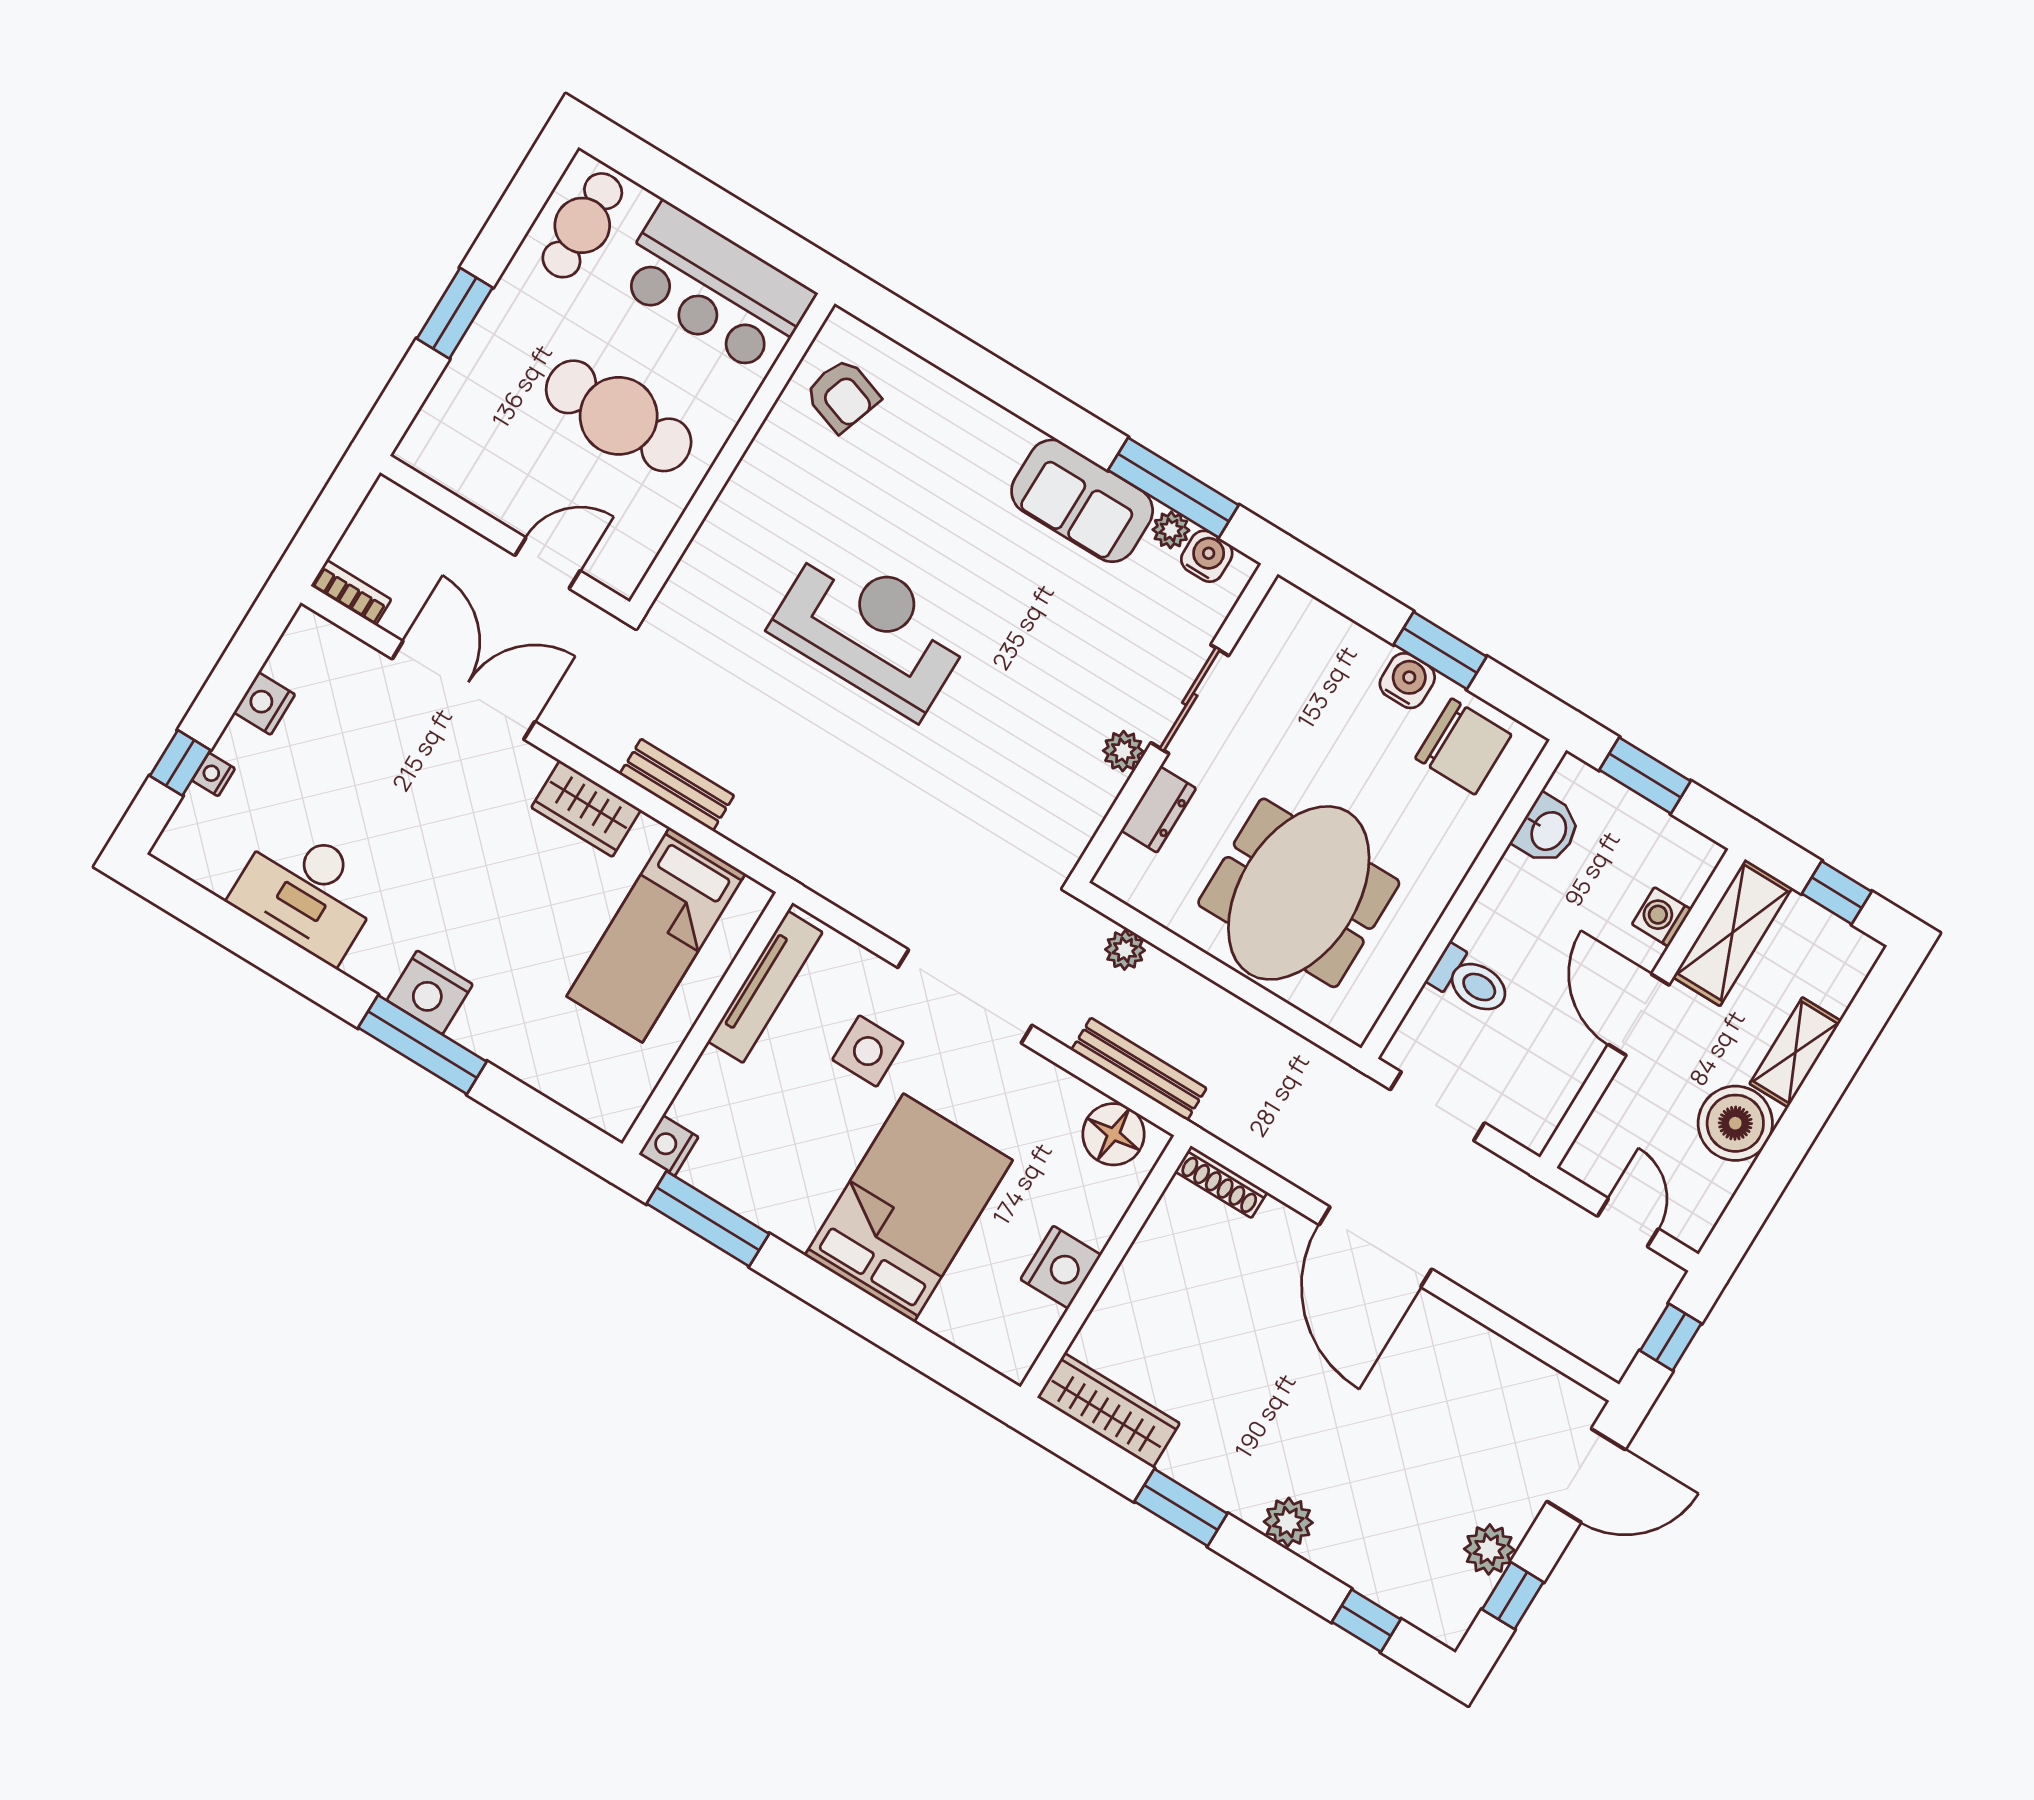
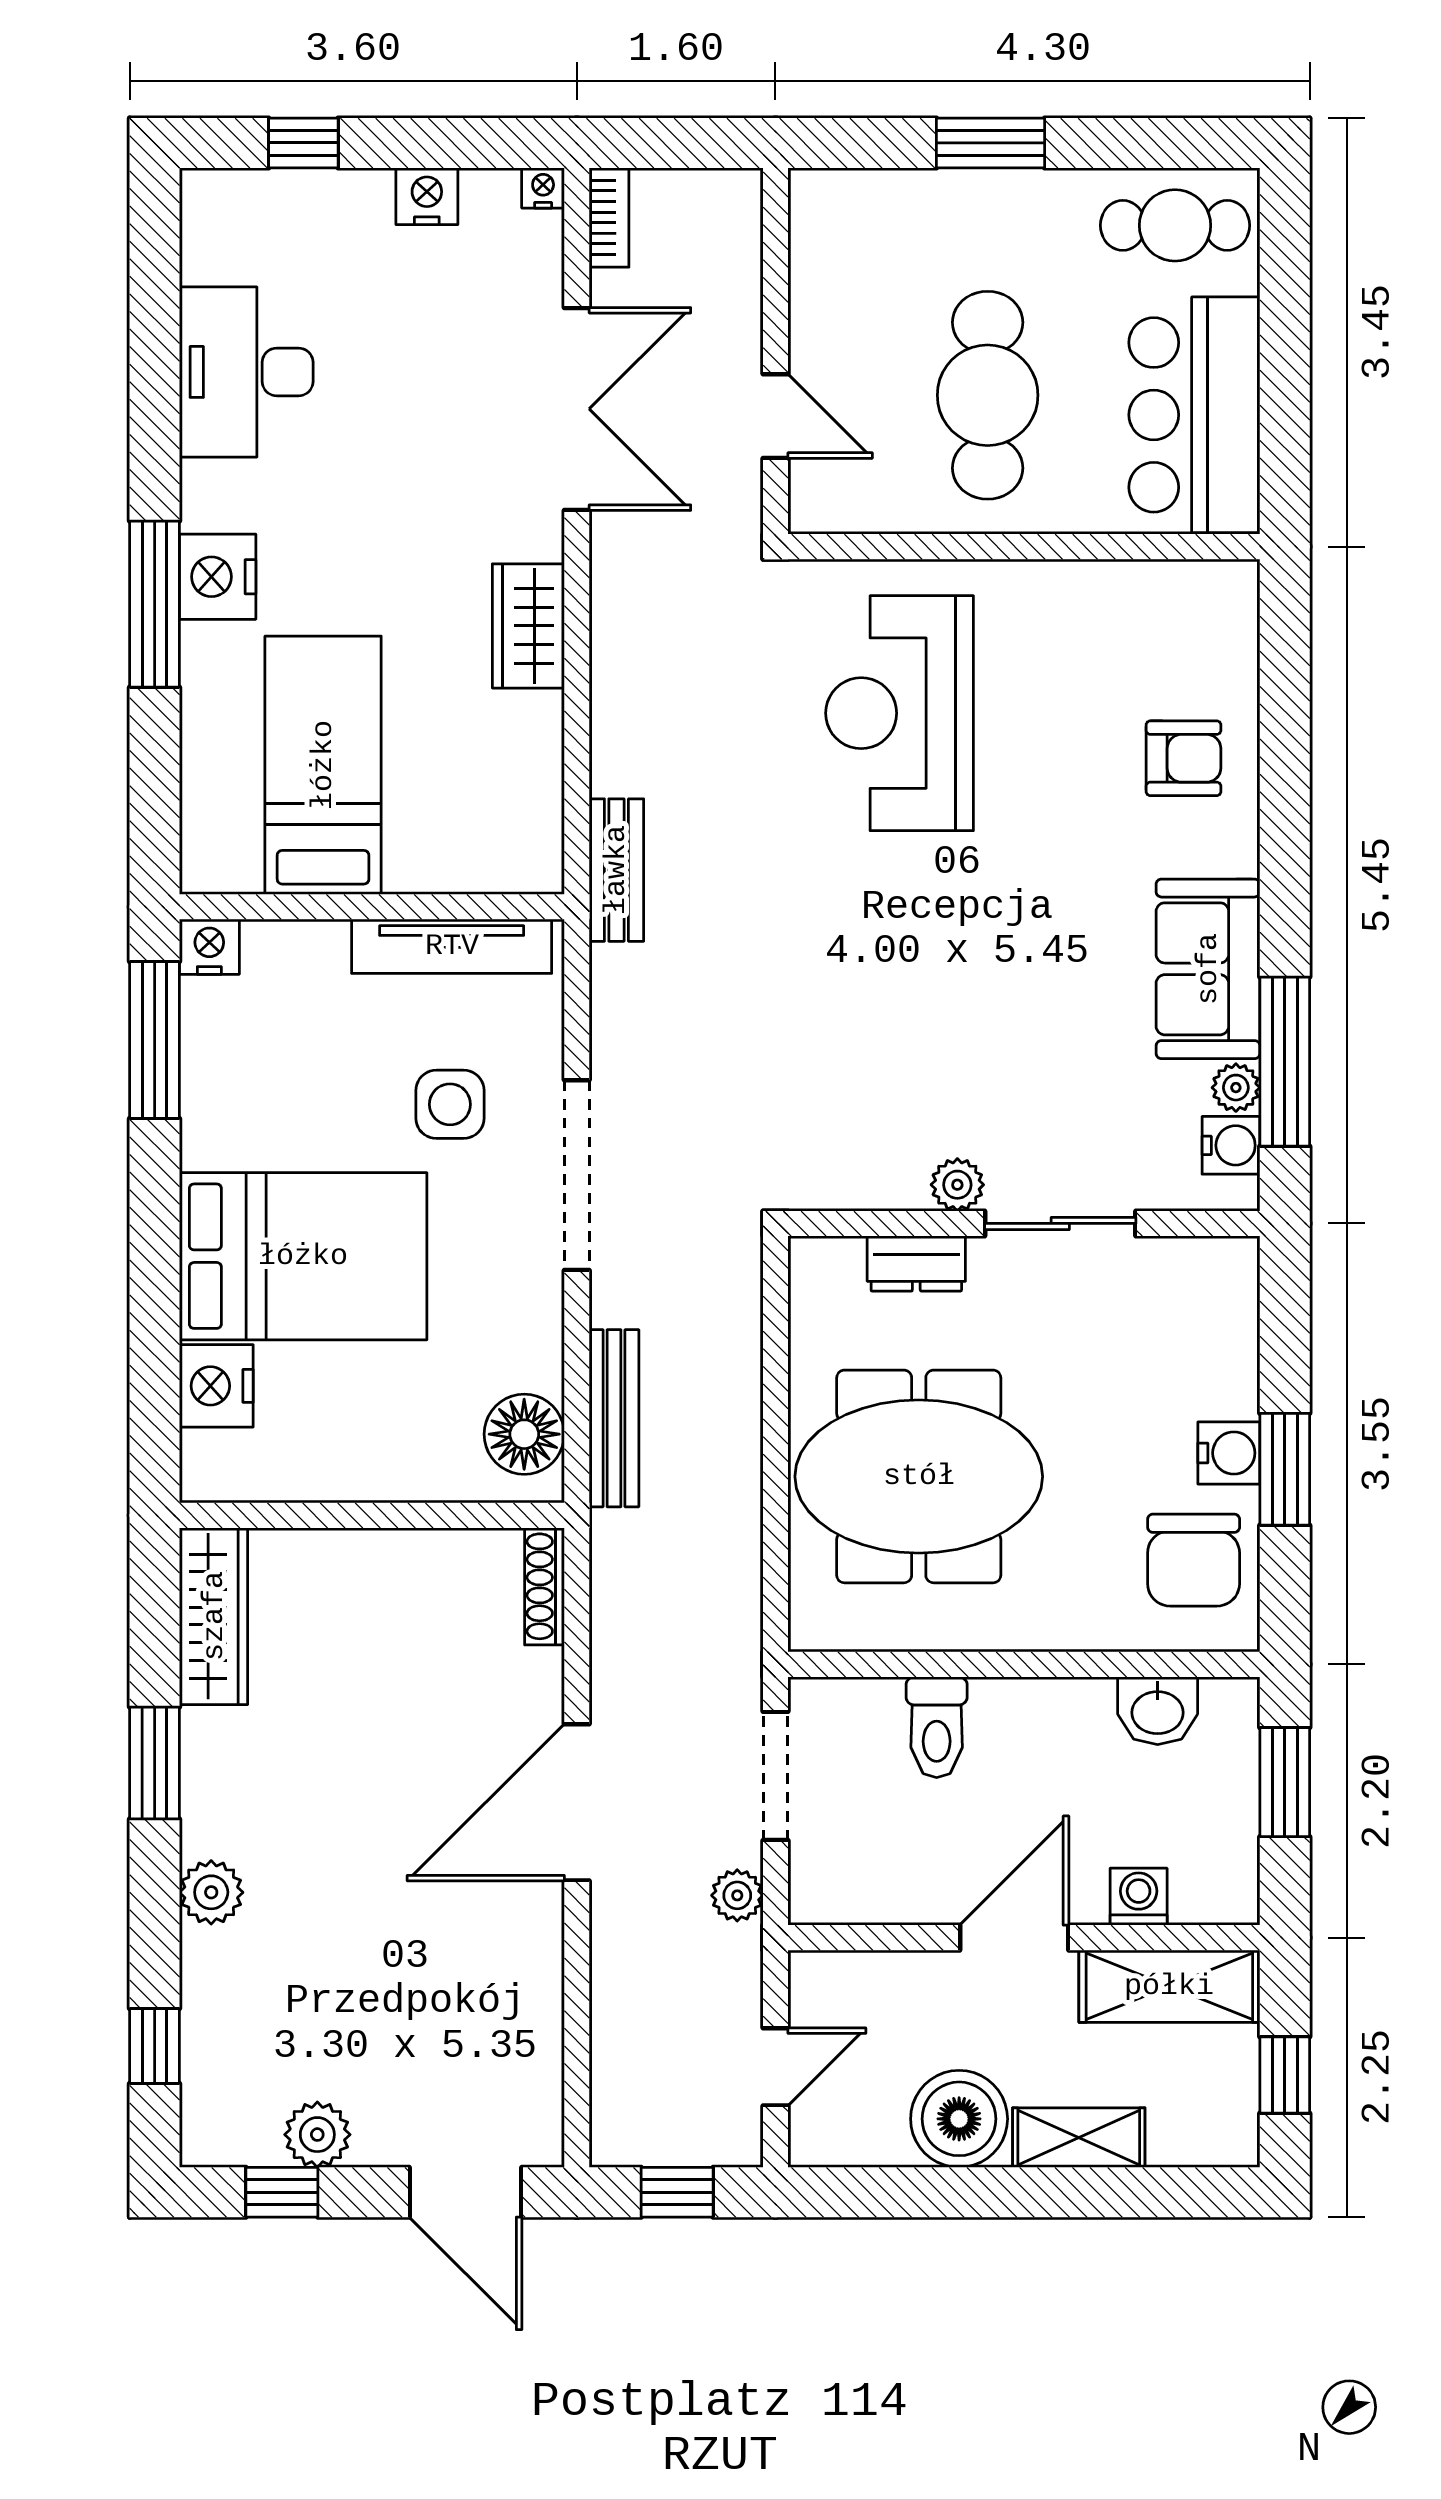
armchair: (842, 395) -> (1184, 758), moved, turned -109
reception desk: (871, 629) -> (900, 713), moved, turned 180
nightstand: (213, 774) -> (543, 188), moved
bench: (677, 785) -> (616, 870), moved
bed: (656, 935) -> (323, 765), moved, turned 90
plant: (1125, 950) -> (737, 1895), moved
nightstand: (1061, 1267) -> (216, 1386), moved, turned 90

